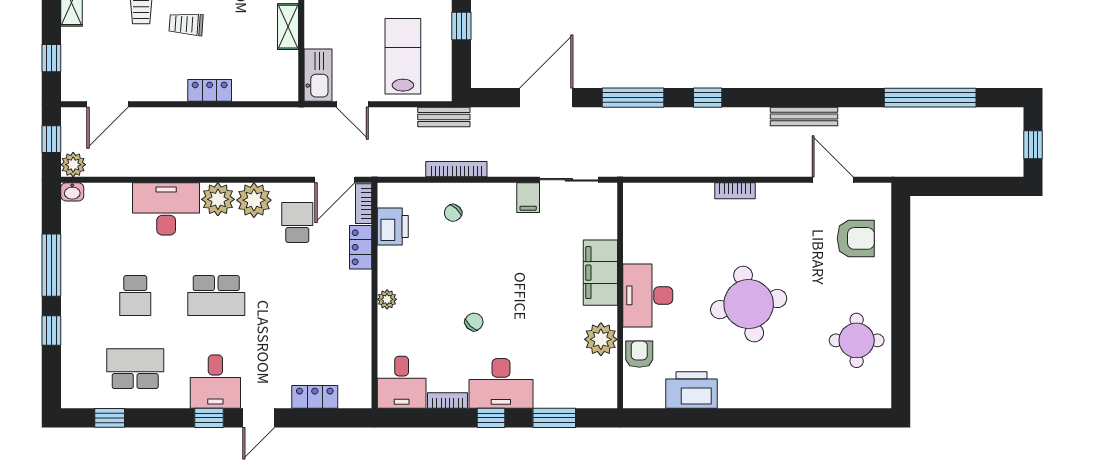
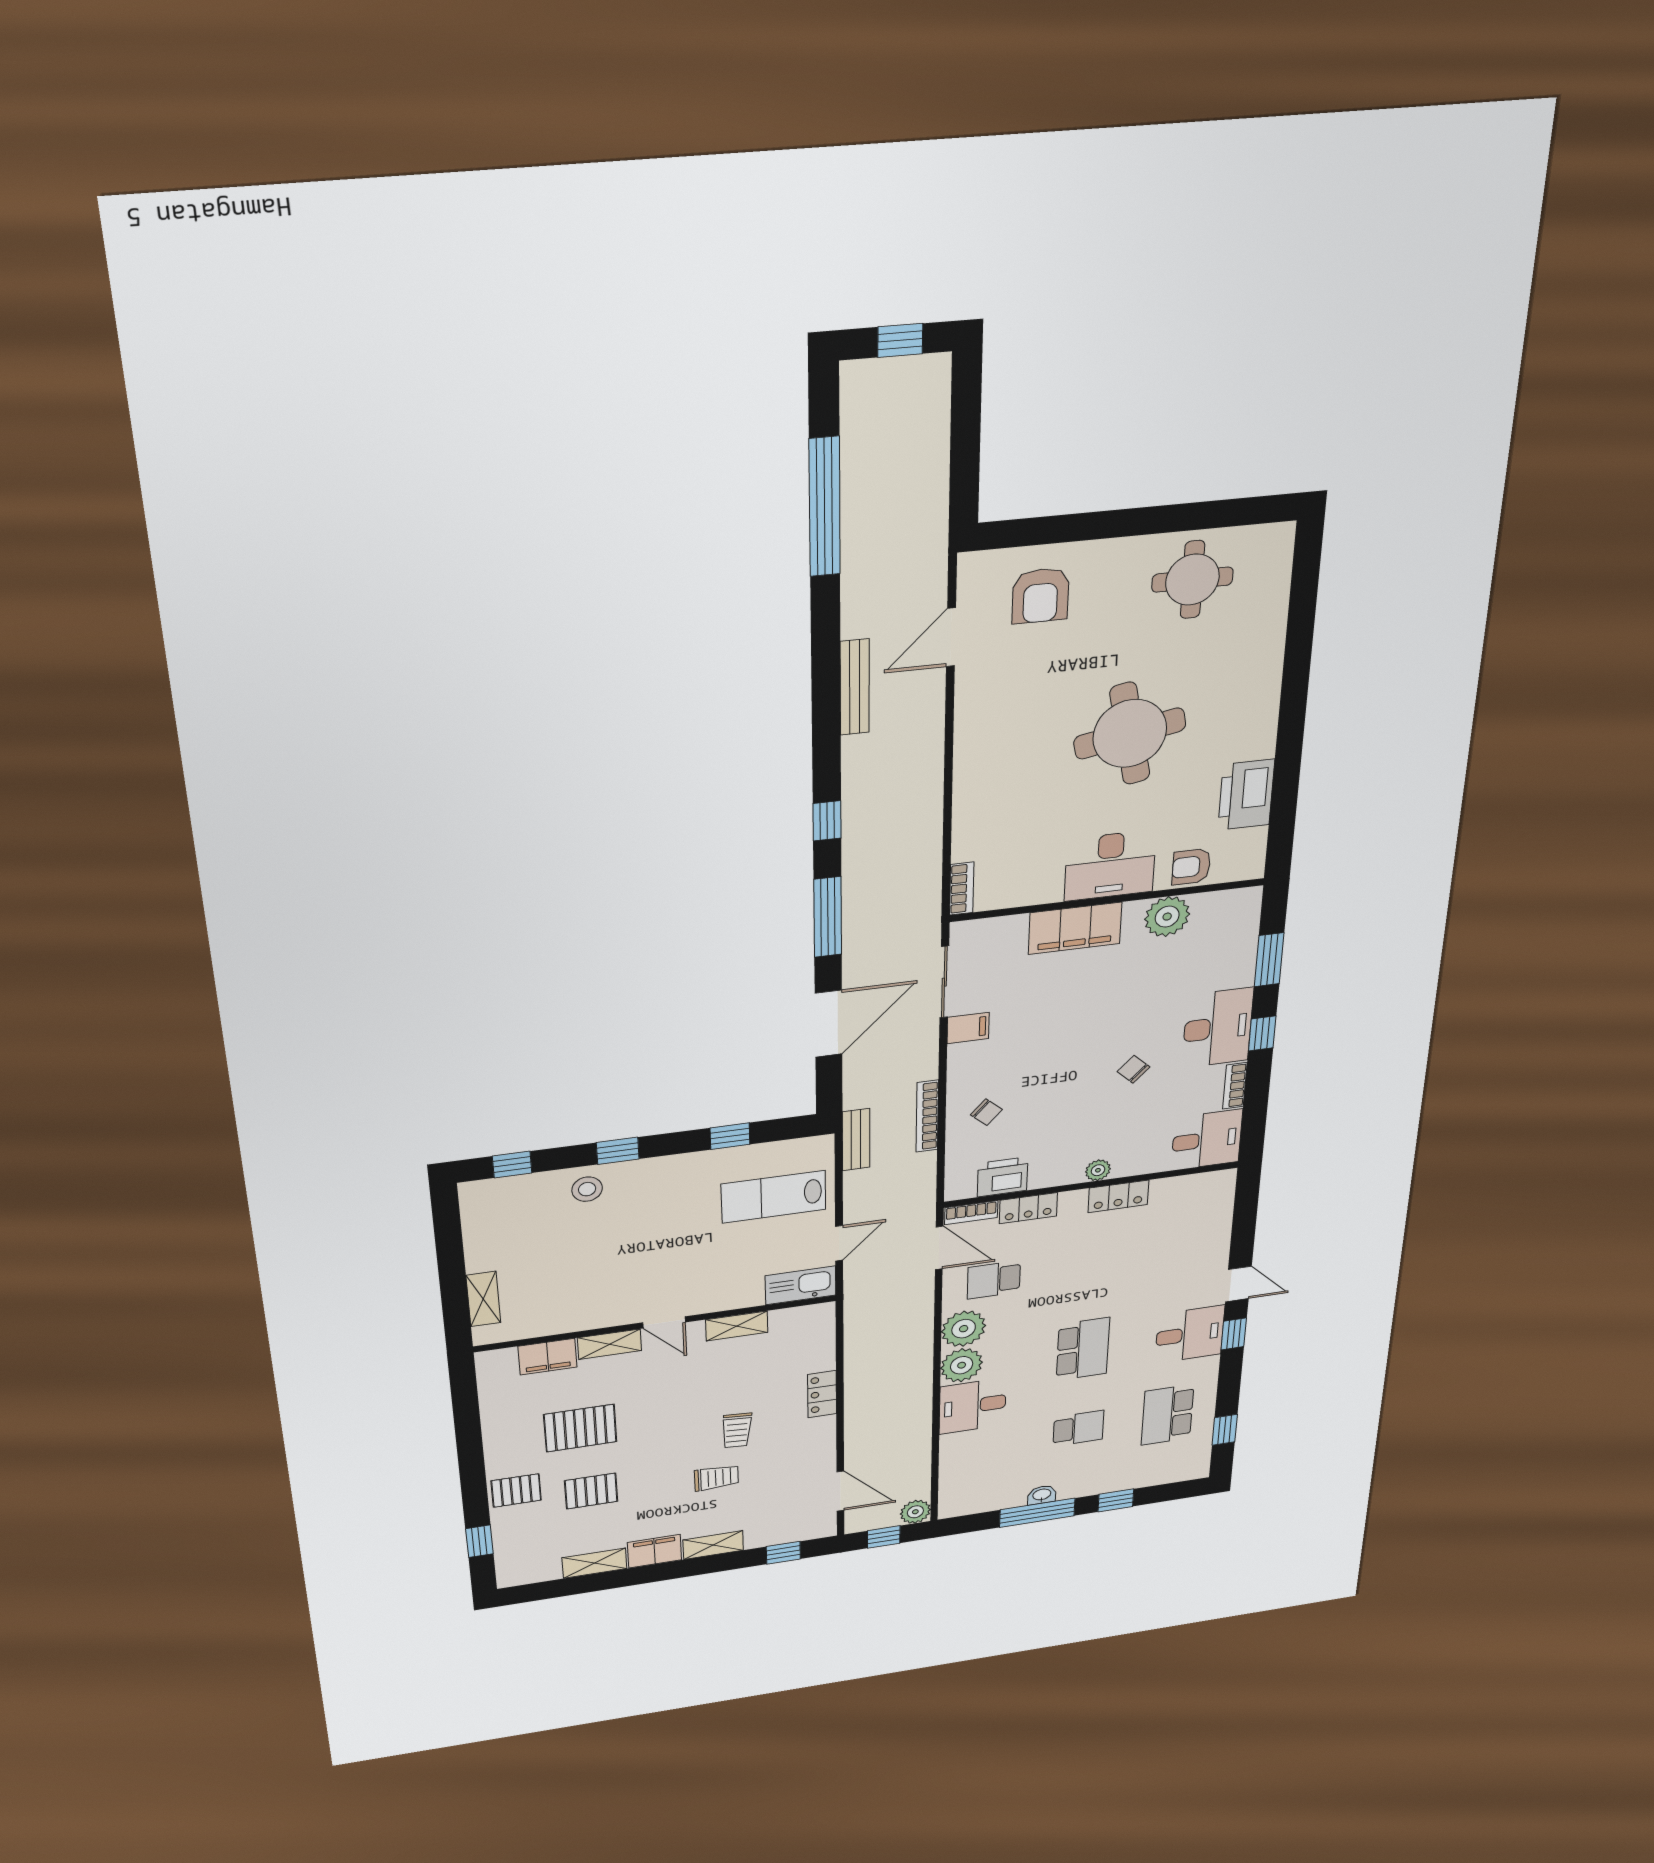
door: (546, 98) -> (829, 1024), swing flipped
bookcase: (735, 191) -> (962, 889), moved
washbasin: (72, 192) -> (1042, 1495), moved, turned -90
desk: (166, 209) -> (973, 1406), width x0.73
armchair: (856, 238) -> (1040, 596), turned 180
locker: (315, 397) -> (1118, 1196), moved, turned -90

